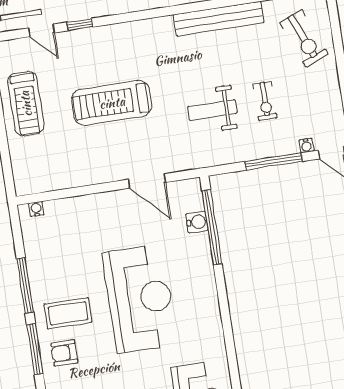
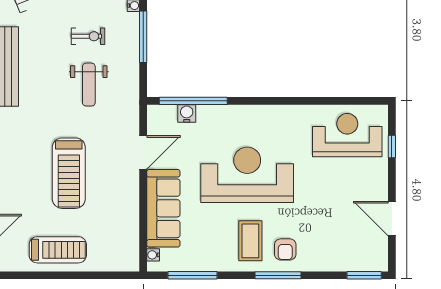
sofa: (89, 212) -> (163, 208), added
window: (25, 286) -> (193, 275), moved

